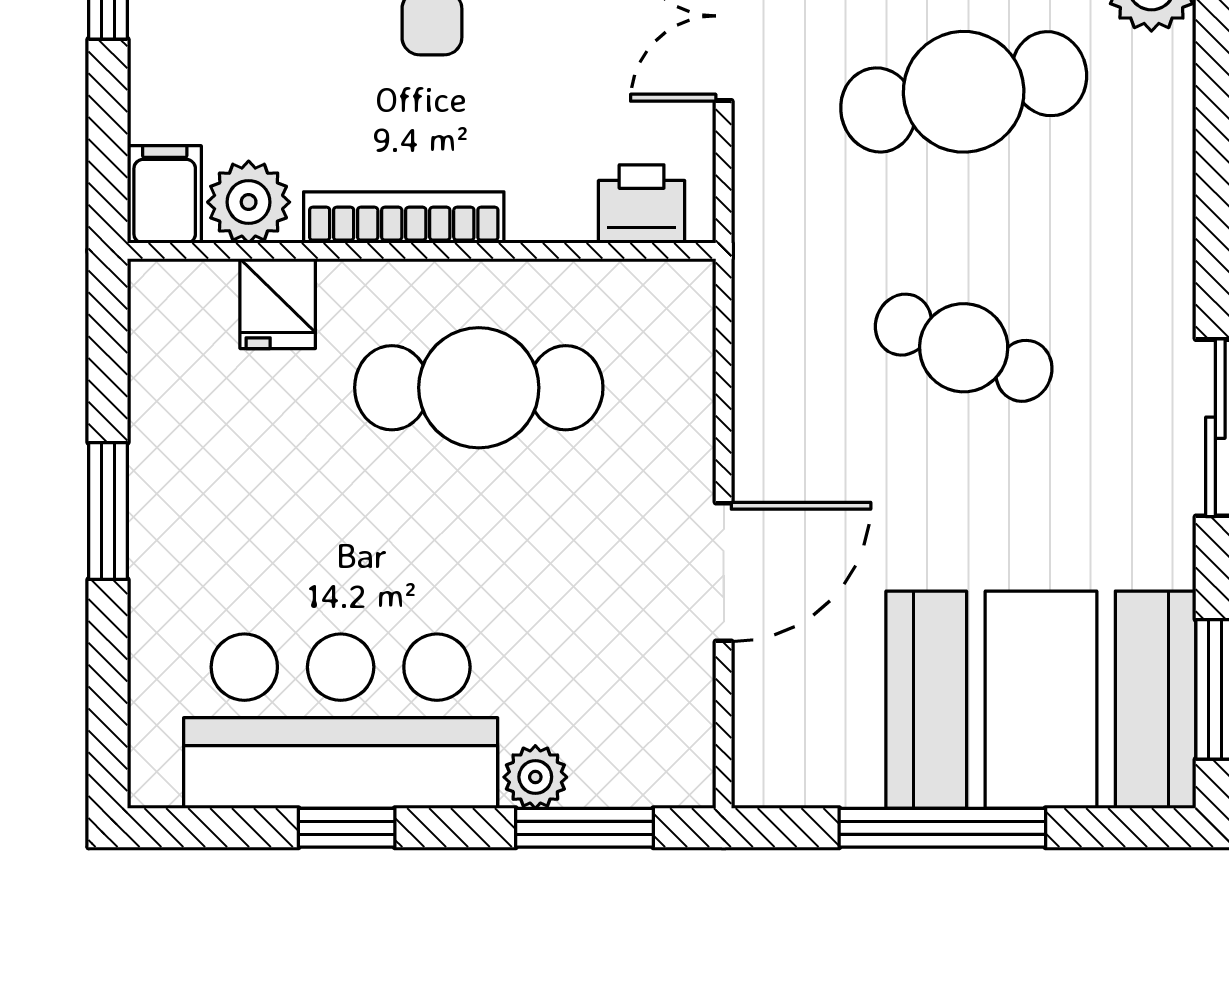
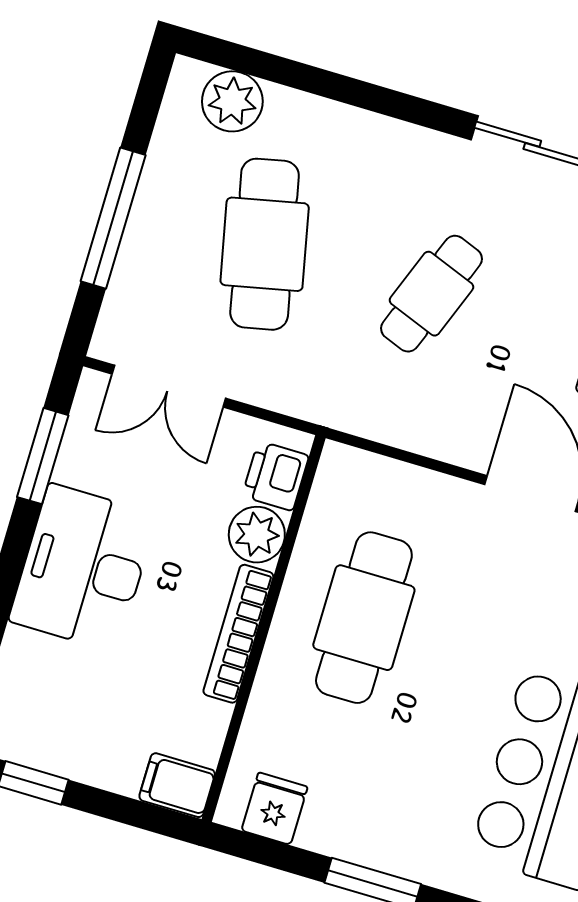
plant: (249, 202) -> (257, 535), moved
fridge: (278, 304) -> (274, 809), moved, turned -90

